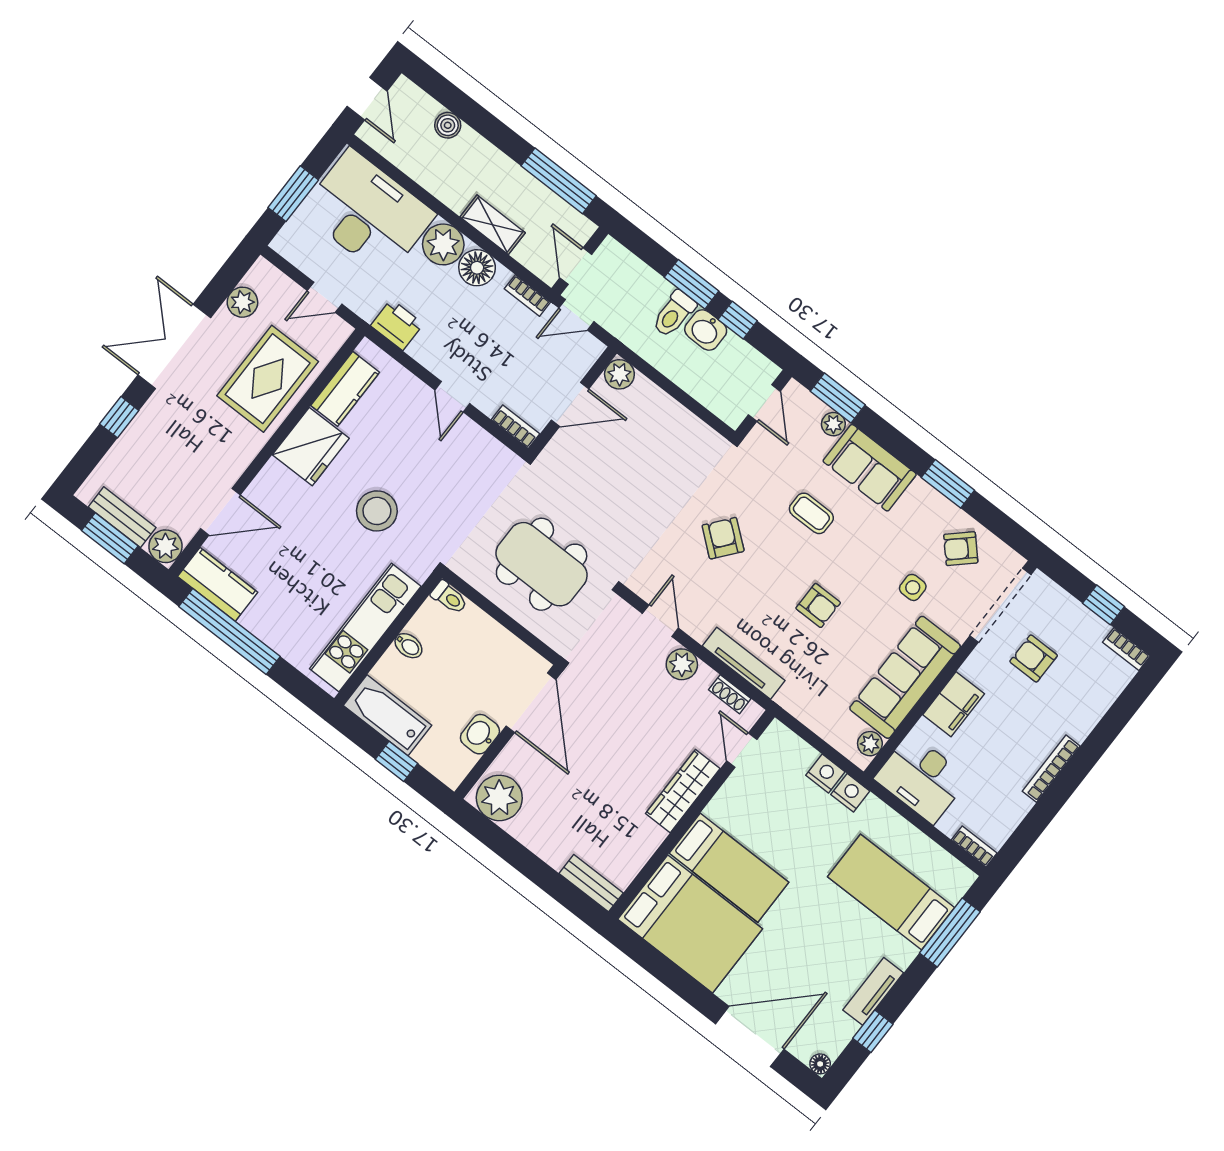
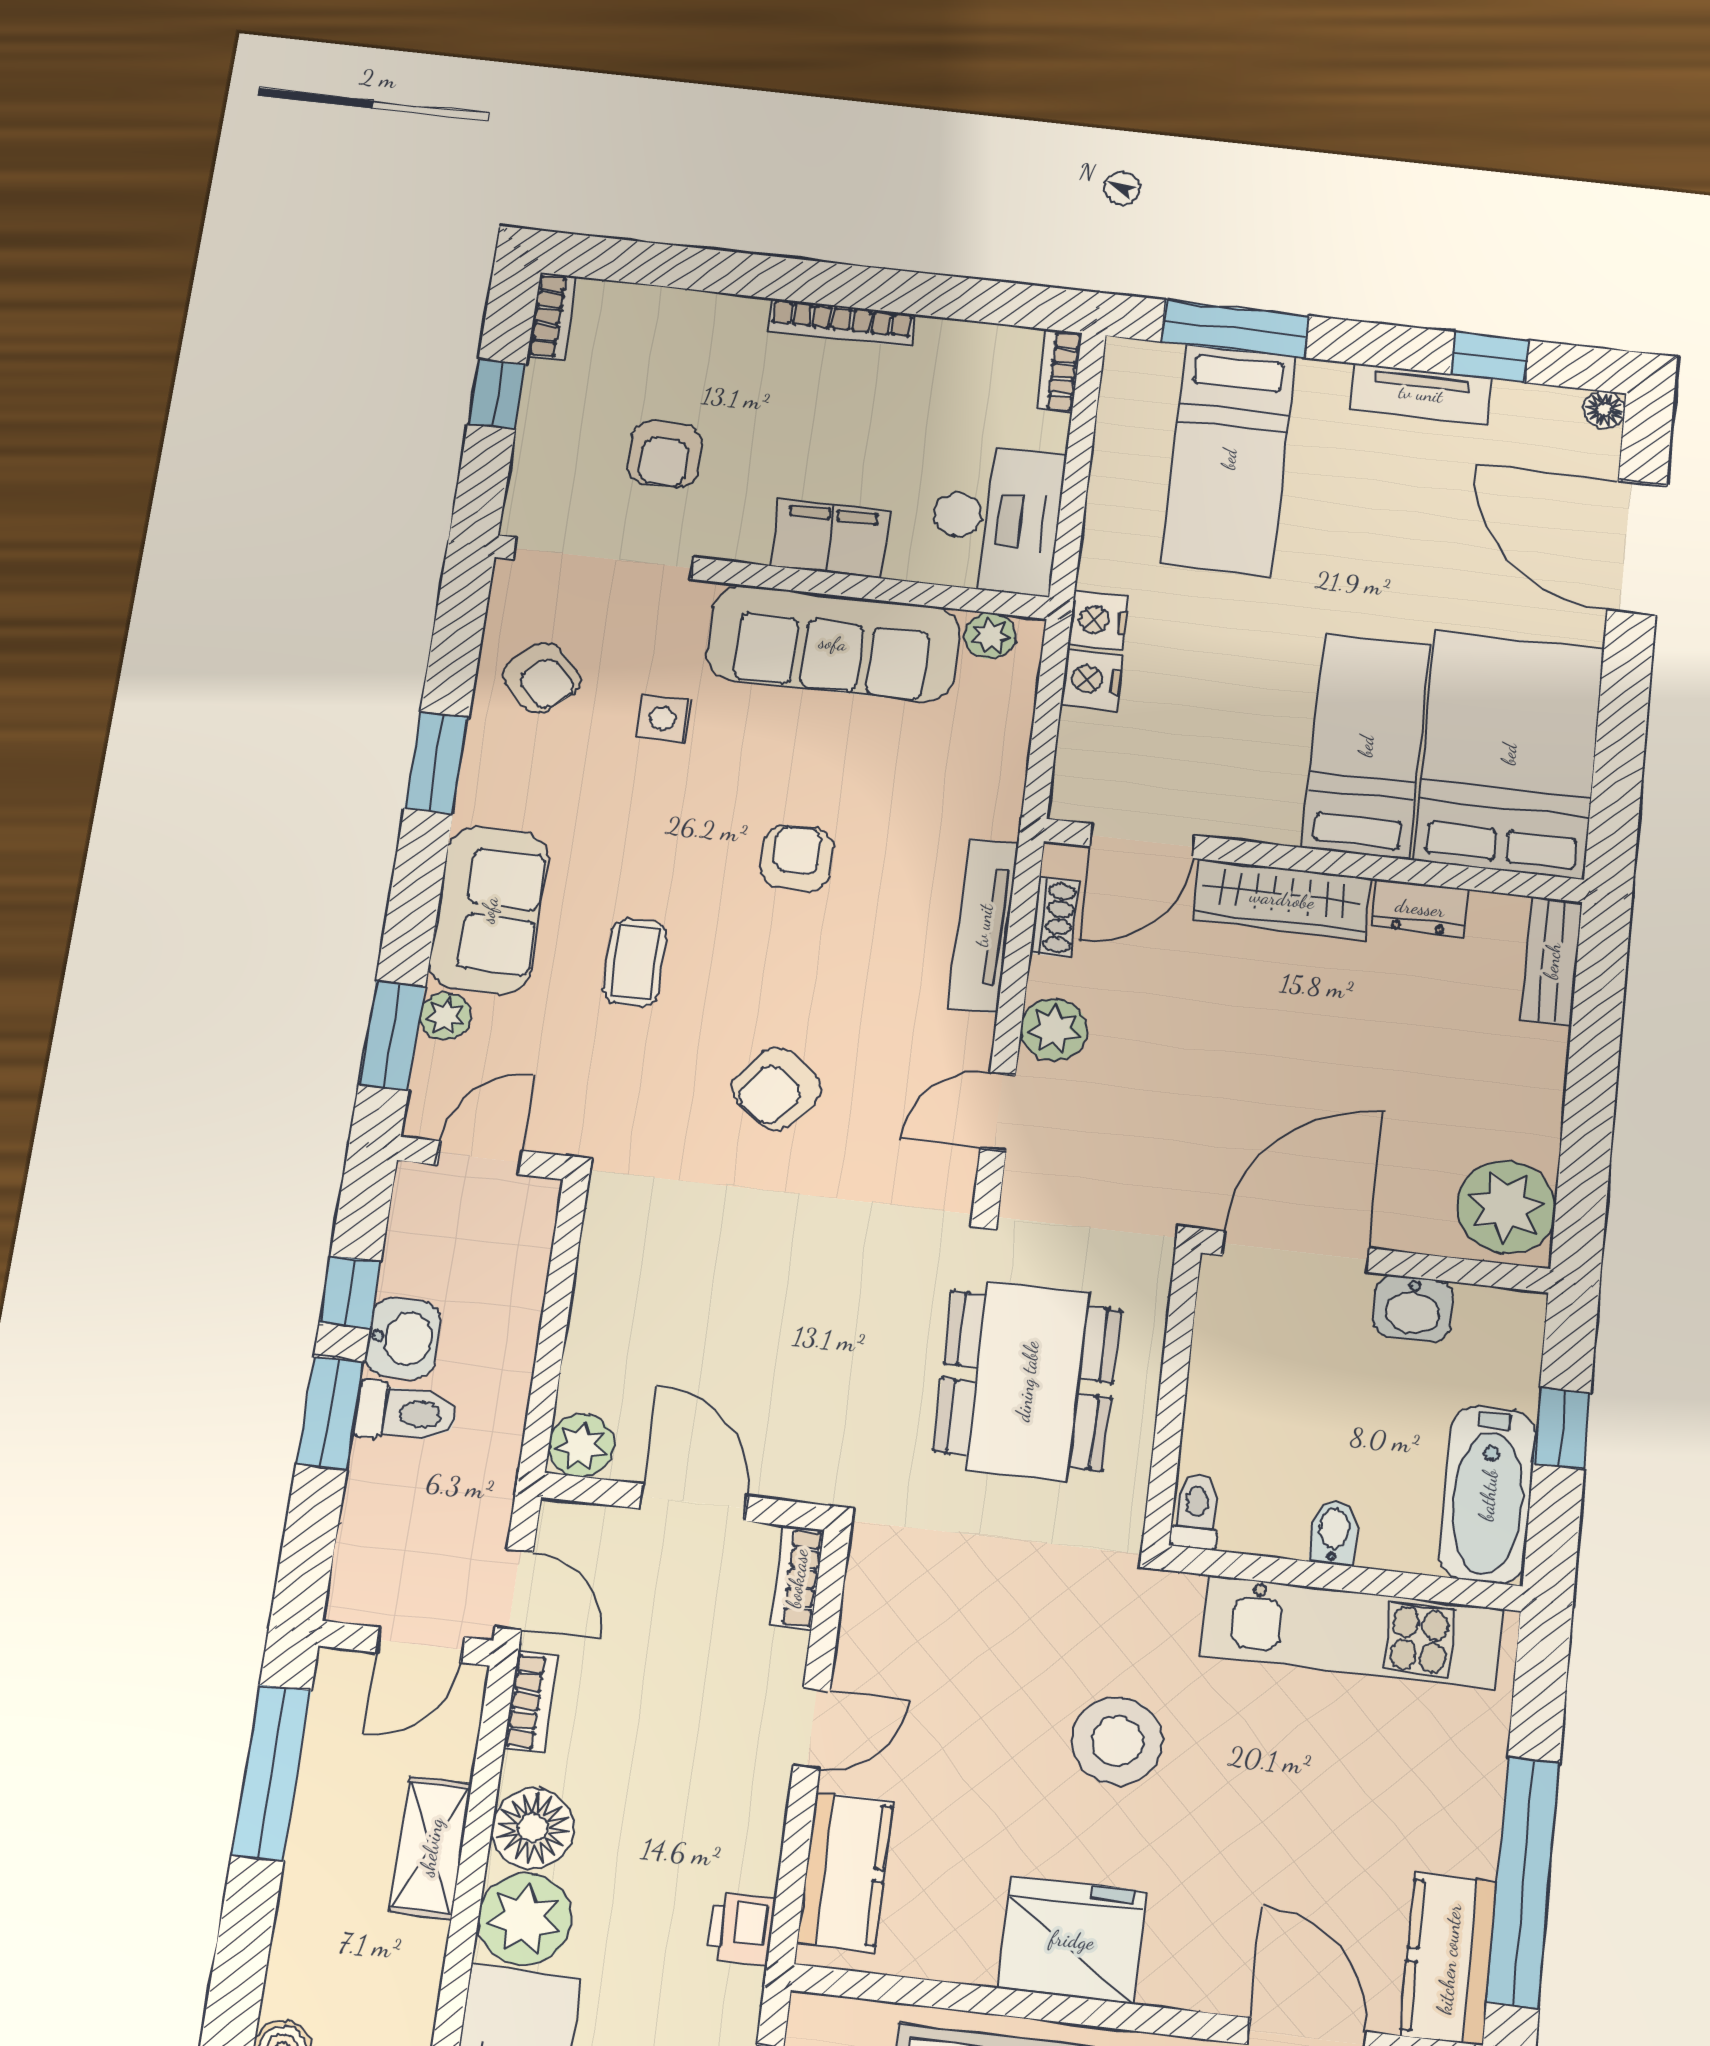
printer: (397, 325) -> (741, 1928), width x0.73, depth x0.81
kitchen counter: (345, 389) -> (845, 1871), moved, turned 90
door: (742, 750) -> (1142, 841), width x1.38
dresser: (645, 844) -> (1420, 908), added

